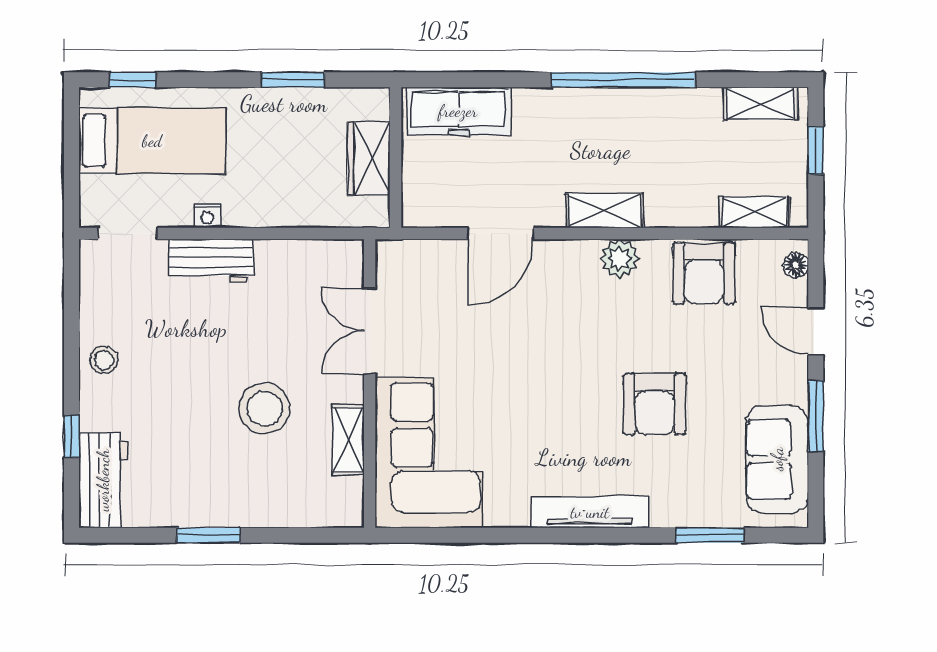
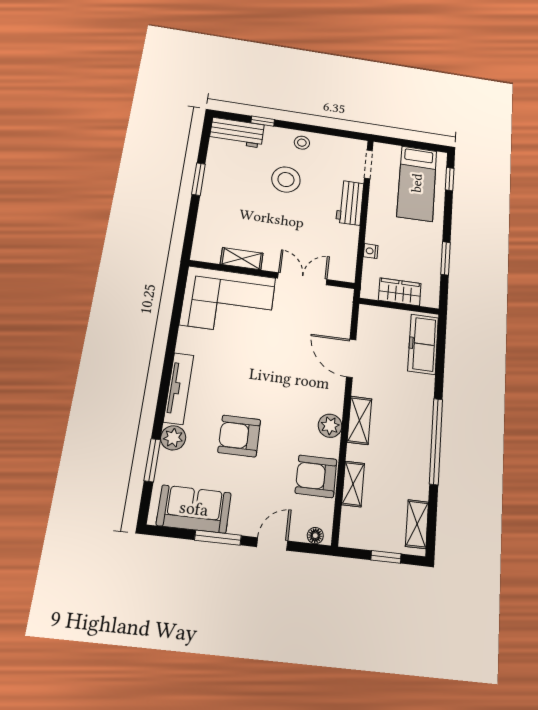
shelving: (754, 212) -> (353, 484), moved
nightstand: (207, 216) -> (371, 251), moved
stool: (264, 409) -> (286, 180), moved
plant: (671, 508) -> (173, 438), added

